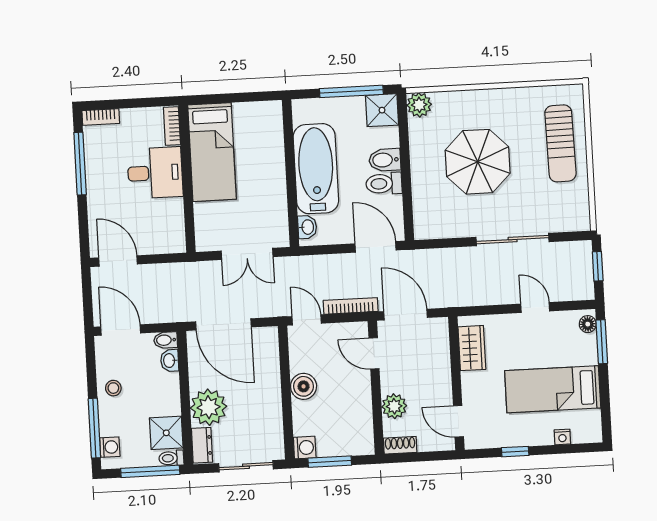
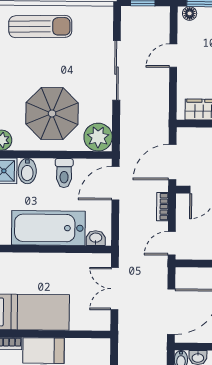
bidet: (385, 160) -> (27, 171), moved
parasol: (478, 162) -> (52, 113), moved
plant: (430, 222) -> (98, 137), added
double door: (247, 254) -> (115, 289), swing flipped
bookcase: (351, 306) -> (163, 207), width x0.64

